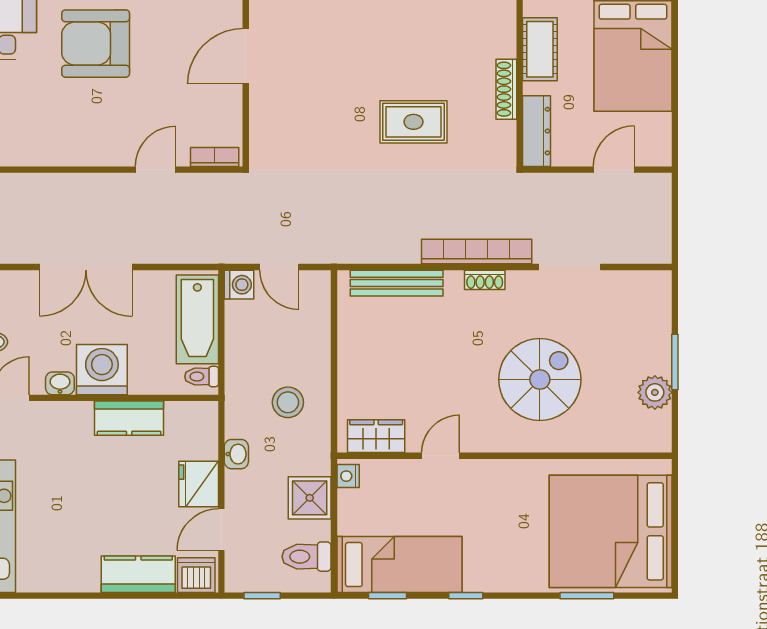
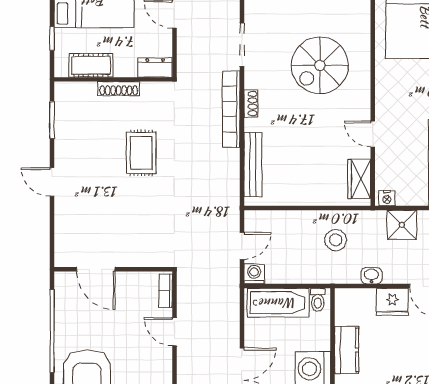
dresser: (537, 131) -> (155, 68), width x0.70
spiral stairs: (540, 379) -> (320, 65), turned -90

